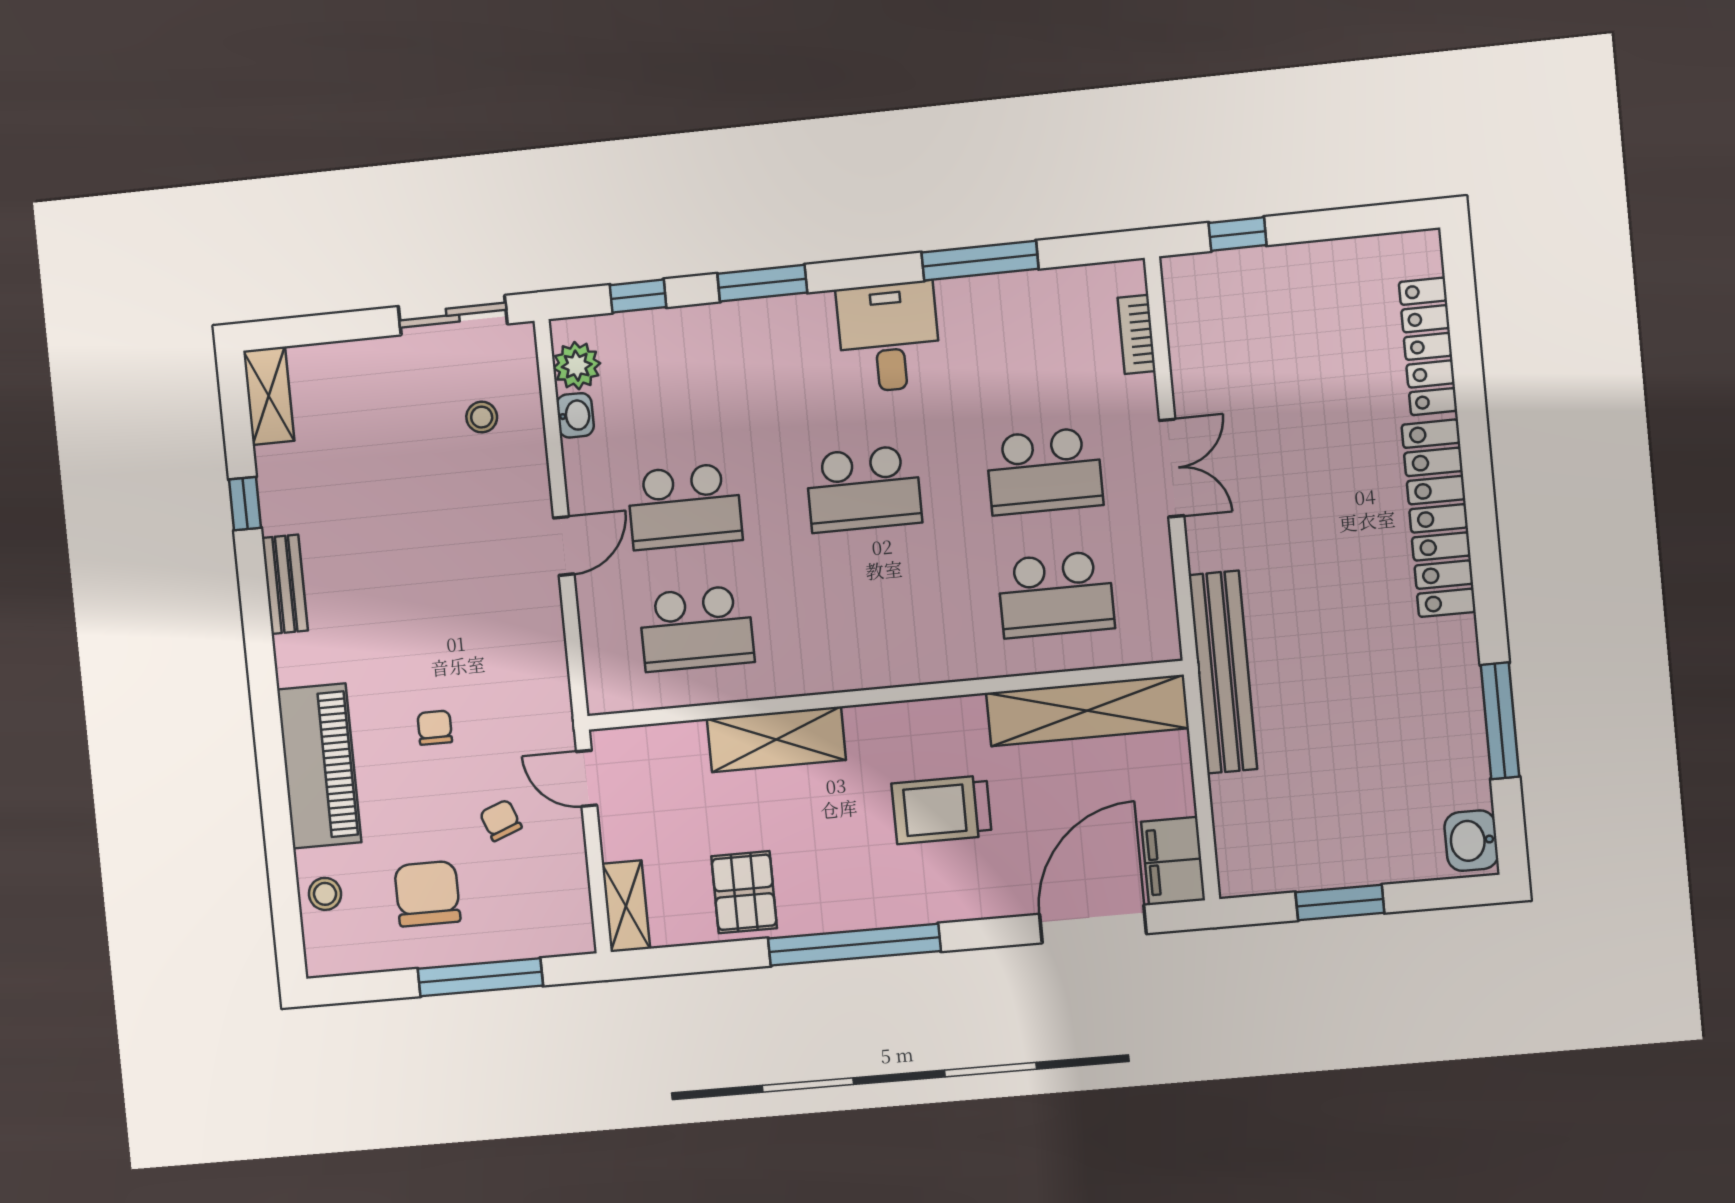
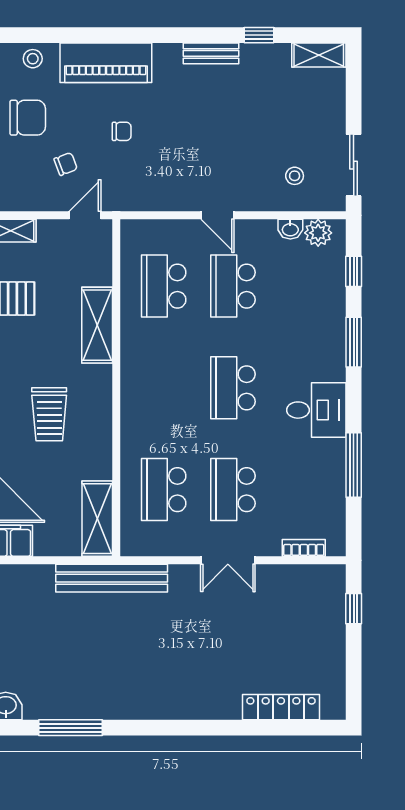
locker: (1439, 518) -> (186, 704), removed
shelving: (1087, 711) -> (97, 519), width x0.68
trolley: (942, 810) -> (49, 414), turned 180

